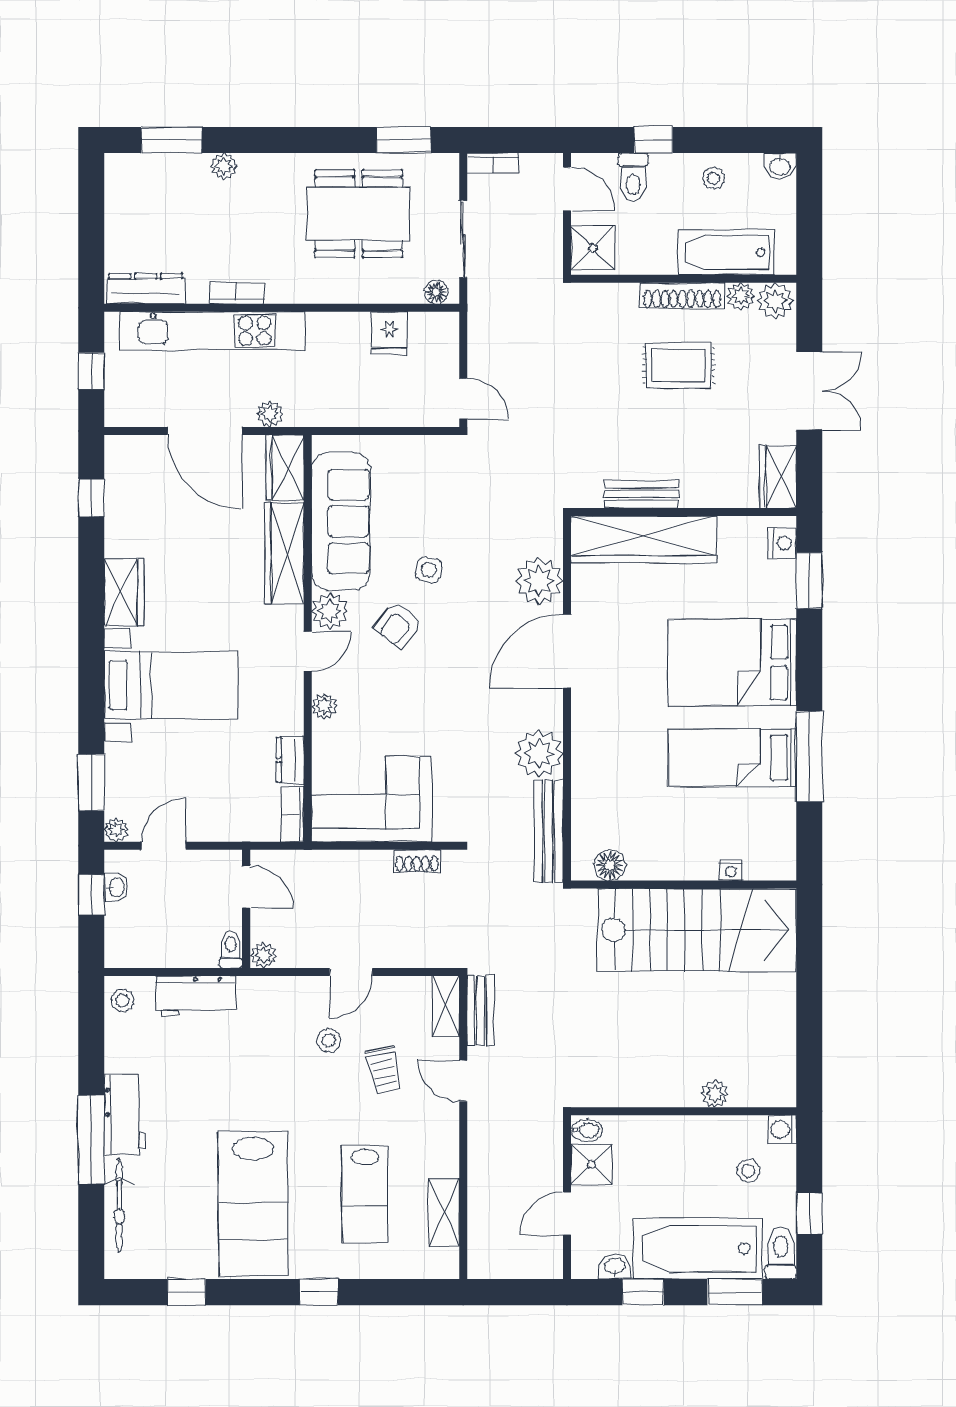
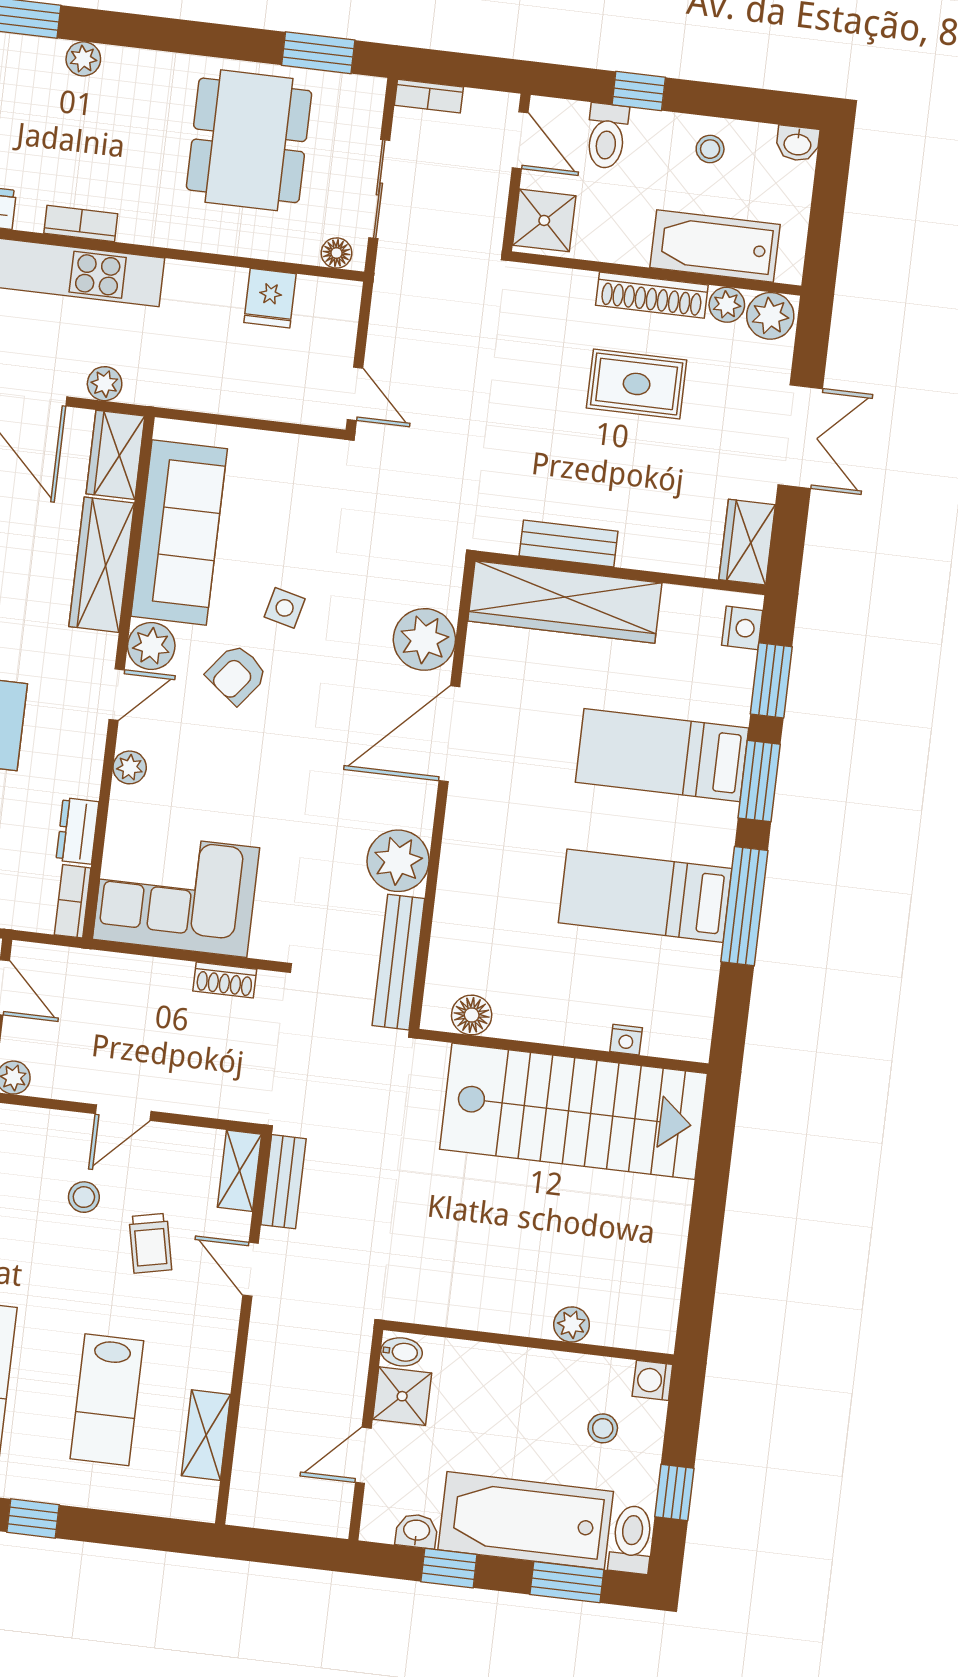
dining table: (359, 214) -> (249, 140), turned 90
window: (809, 659) -> (759, 781), added
bed: (732, 662) -> (662, 755), width x0.67

